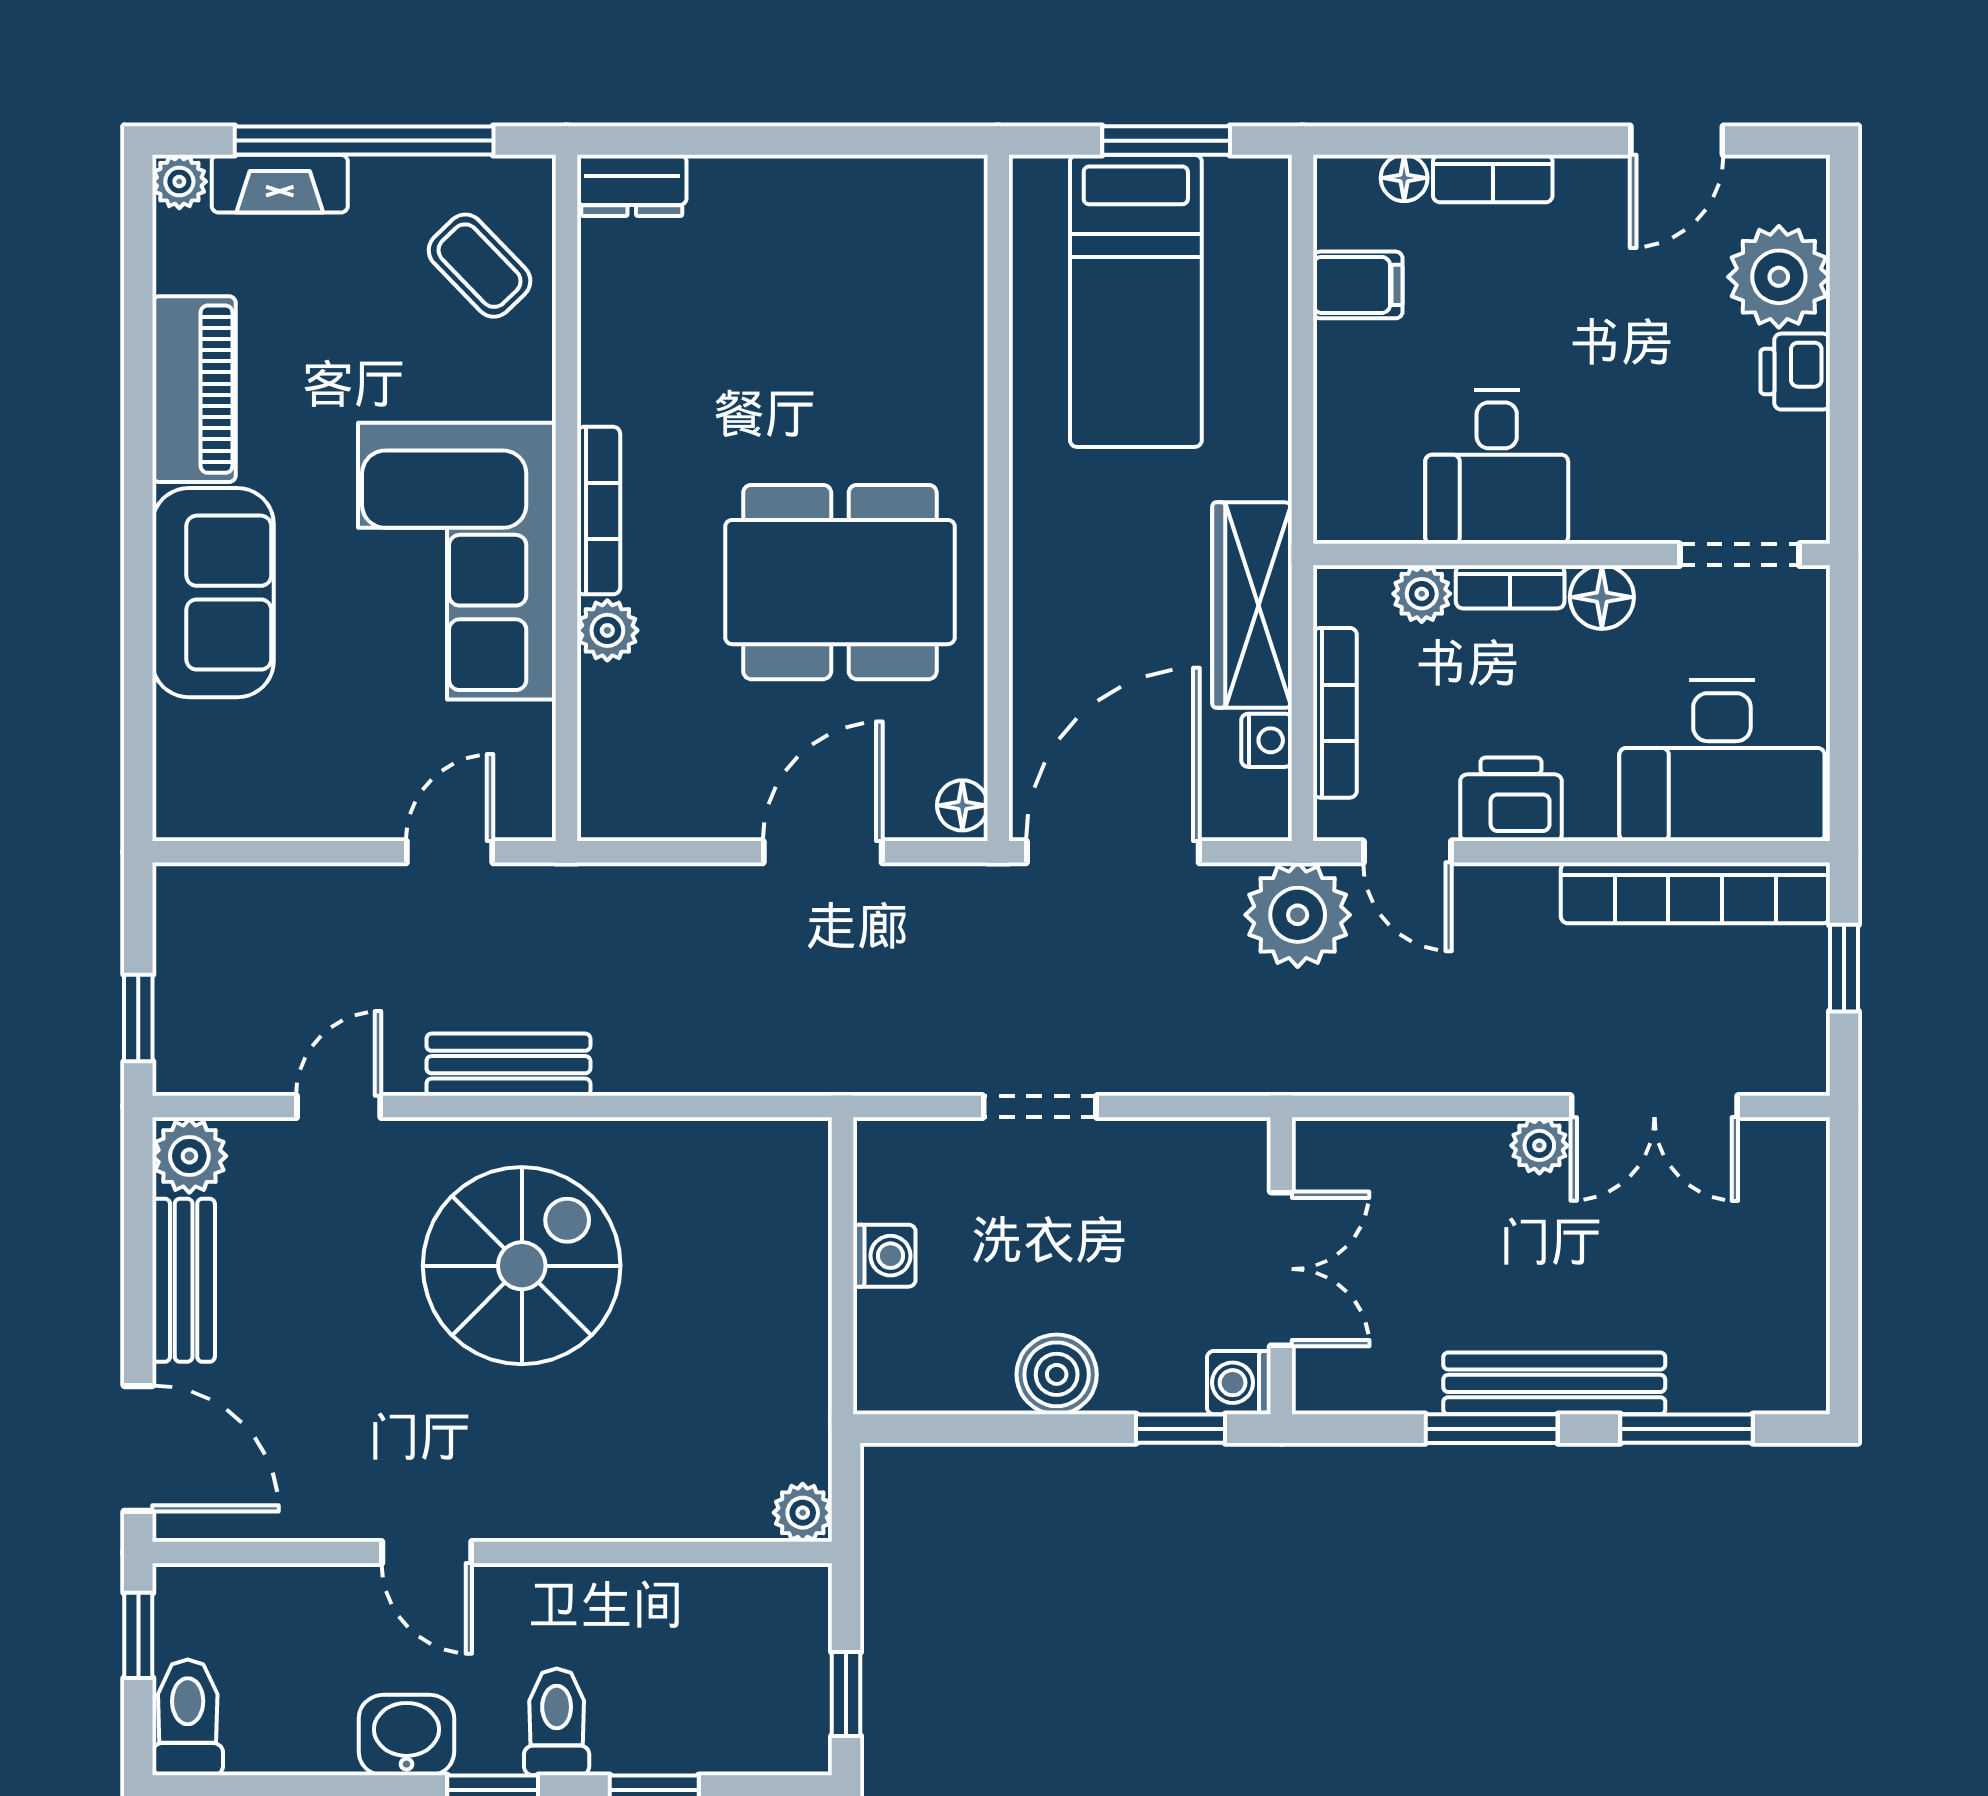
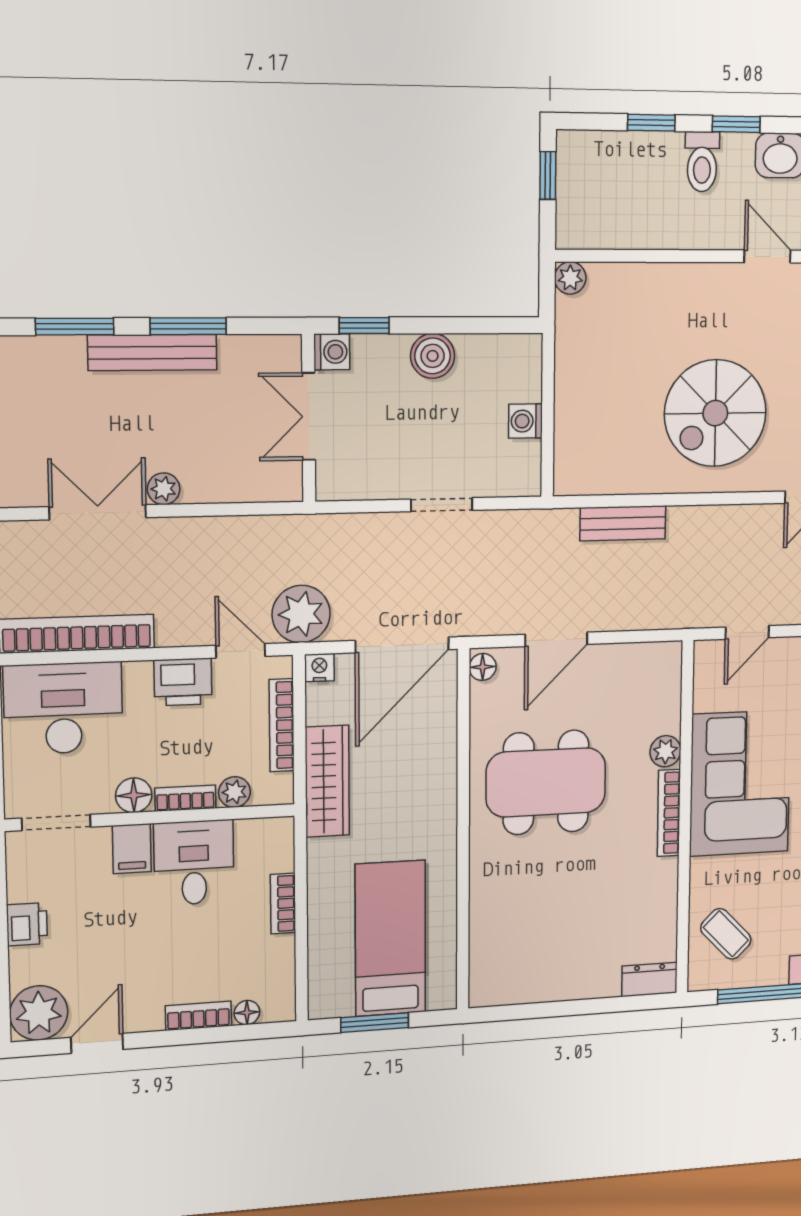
plant: (1779, 277) -> (39, 1013), moved
filing cabinet: (1358, 285) -> (132, 849), moved, turned -90
bookcase: (1336, 380) -> (283, 904), added
nightstand: (1267, 740) -> (319, 668), moved, turned 90
bench: (508, 1065) -> (623, 523), moved

